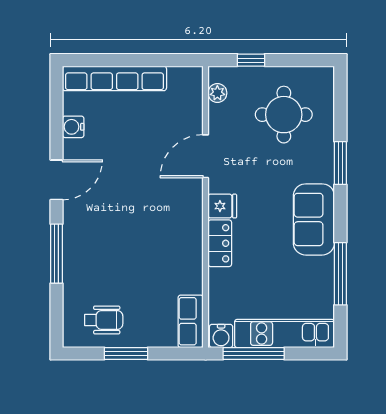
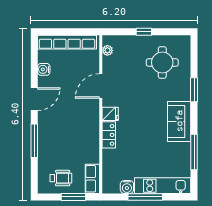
plant: (217, 93) -> (107, 50), moved
door: (206, 156) -> (101, 86), moved
fridge: (222, 206) -> (110, 114), moved
wall: (206, 207) -> (101, 114), moved
locker: (220, 243) -> (109, 135), moved
row of seats: (191, 321) -> (92, 179), moved

